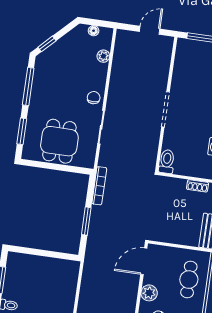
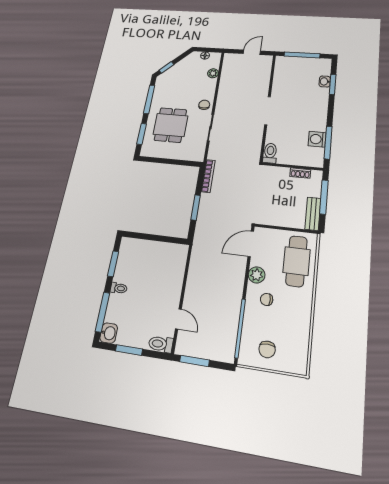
dining table: (59, 141) -> (170, 125), moved
cafe table: (189, 280) -> (297, 261), width x1.37, depth x1.35

